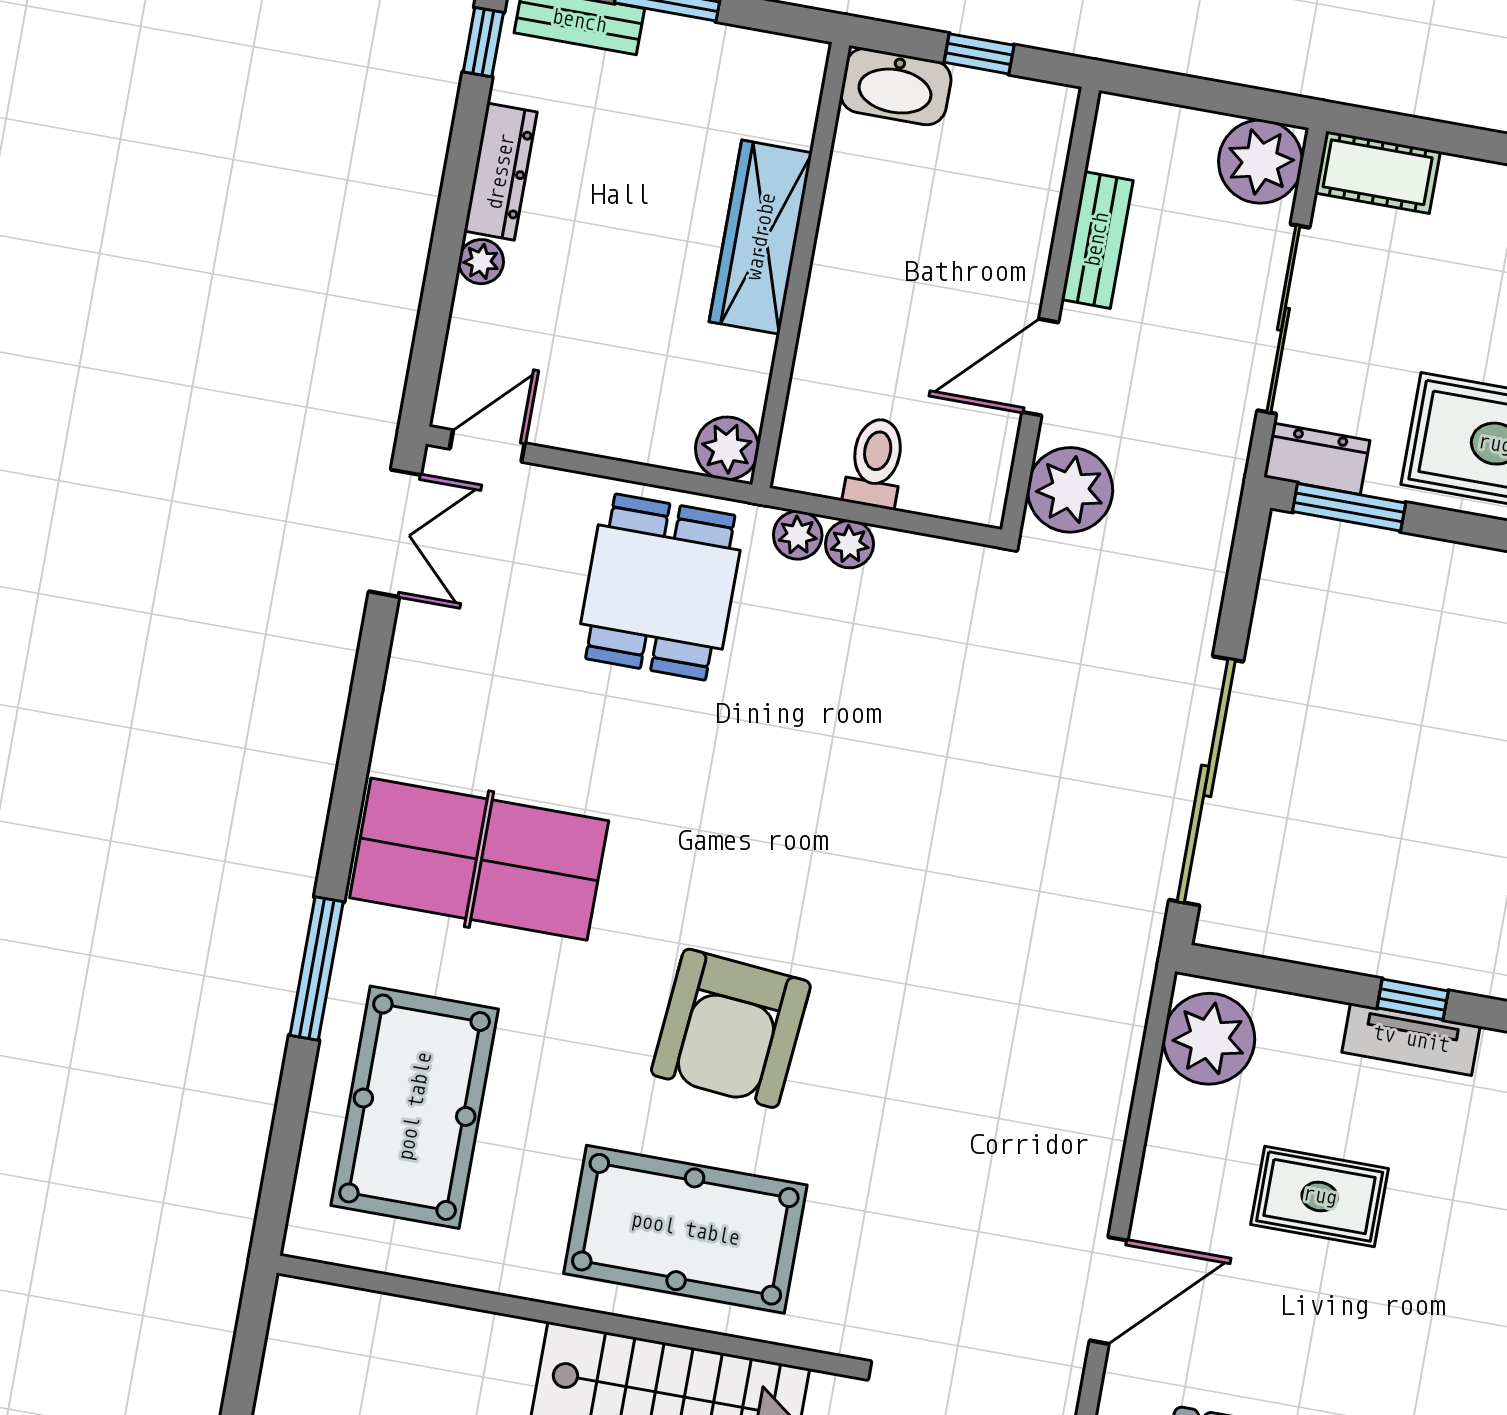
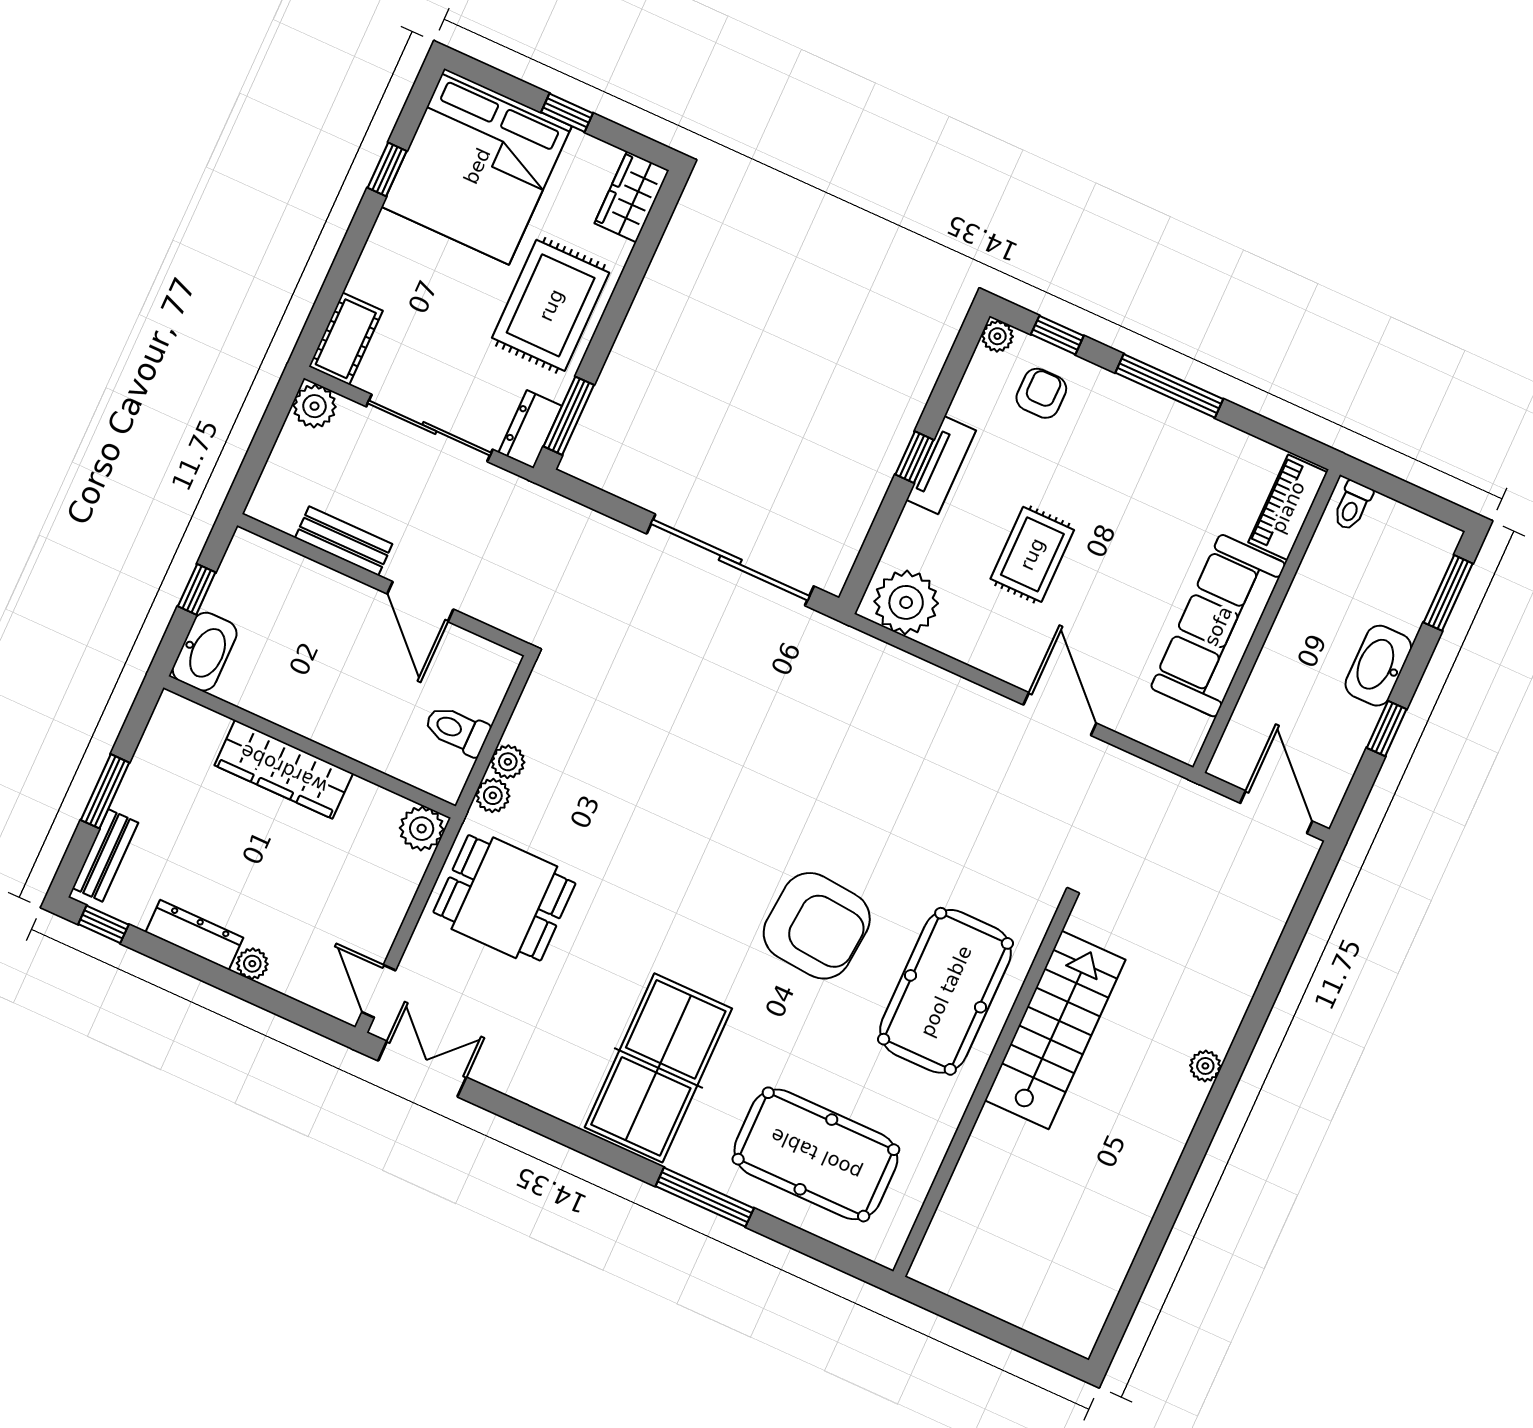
plant: (1260, 162) -> (315, 406), width x0.73, depth x0.73
plant: (1070, 490) -> (509, 602), removed

